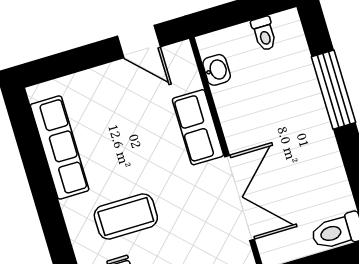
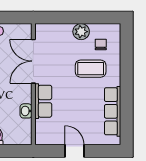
door: (139, 42) -> (75, 151), moved
washbasin: (217, 70) -> (26, 111), moved

